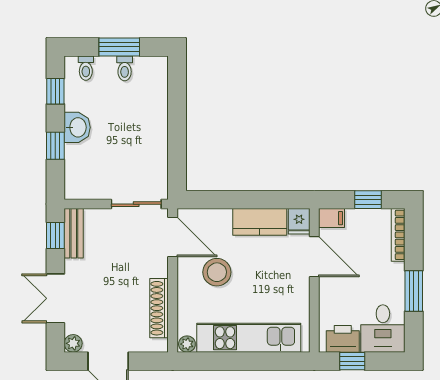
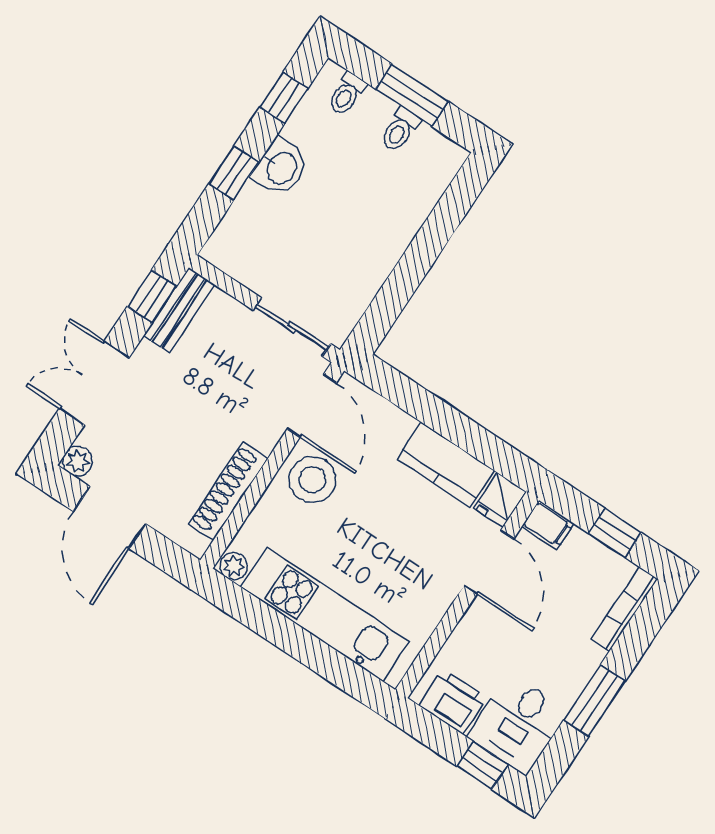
stool: (217, 272) -> (312, 479), moved
window: (352, 361) -> (483, 765), moved

